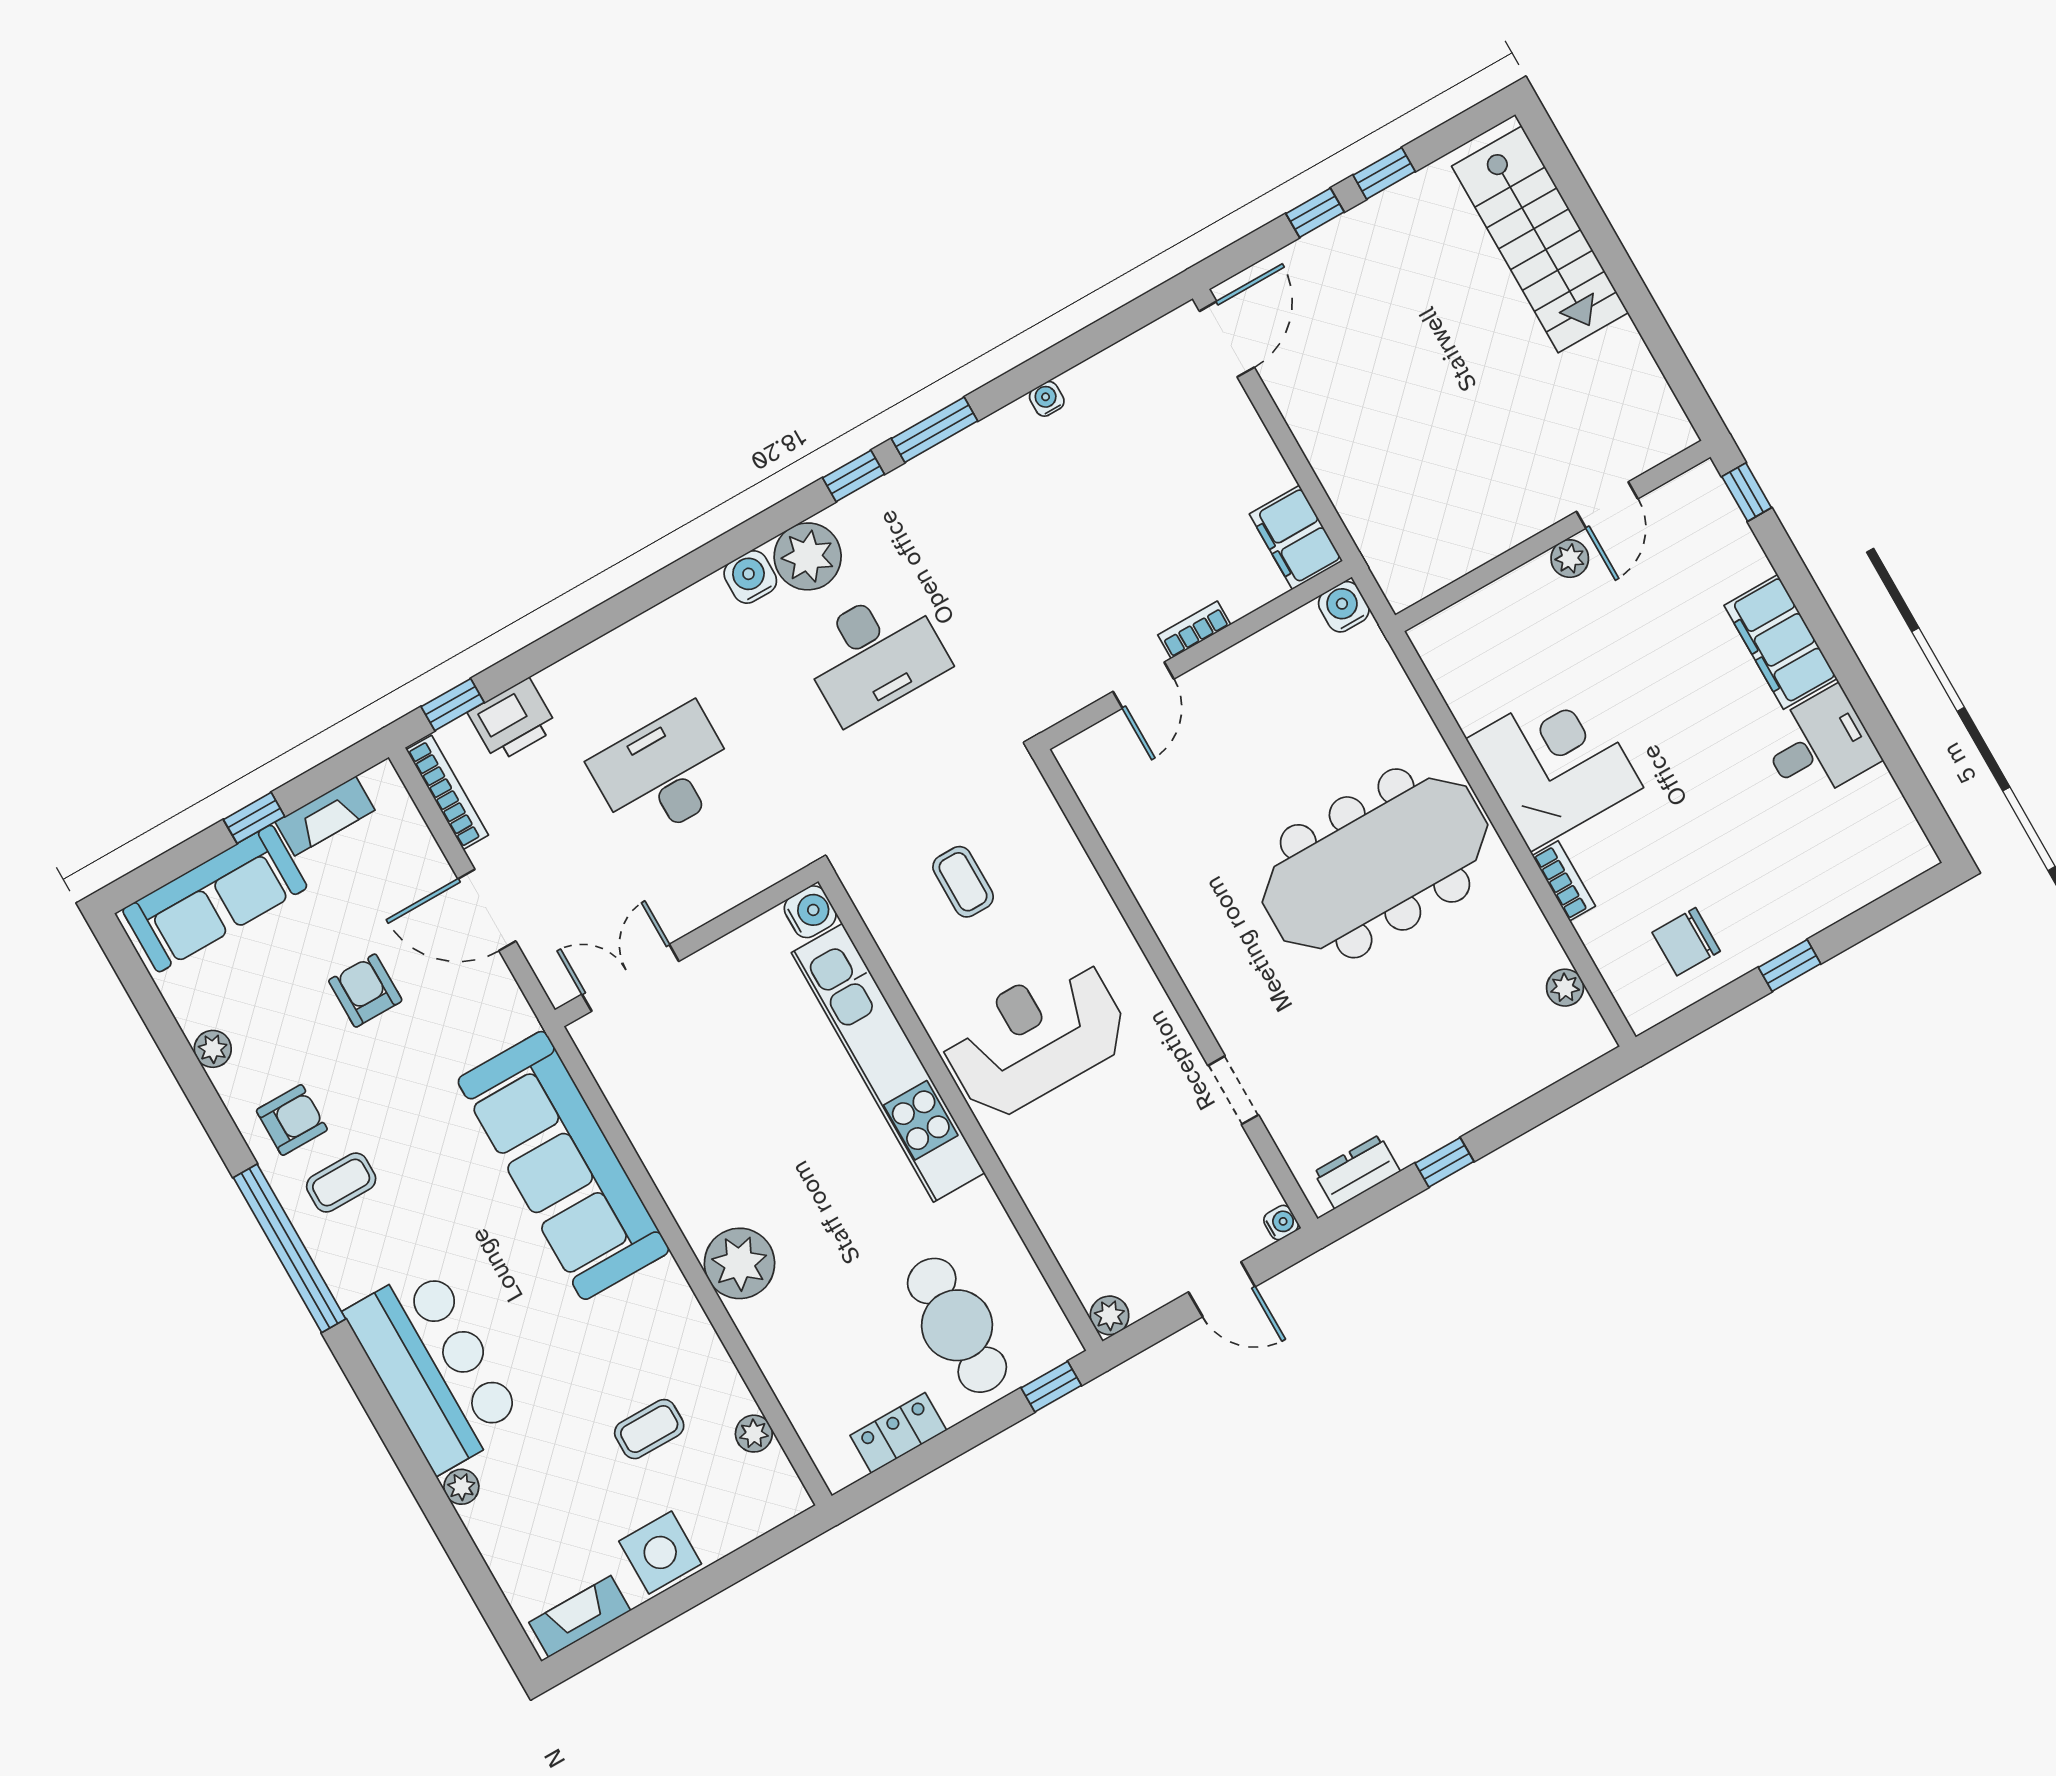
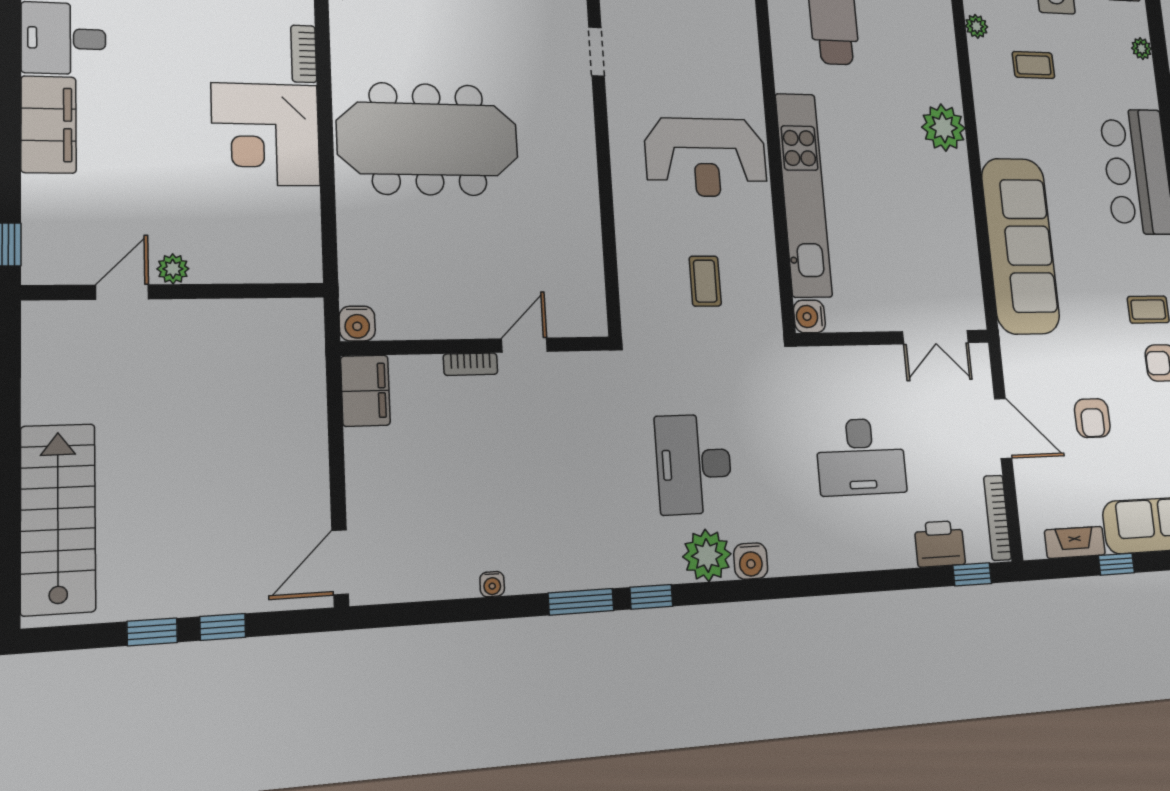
desk: (874, 654) -> (694, 464), turned -90
plant: (461, 1487) -> (1142, 49), moved

